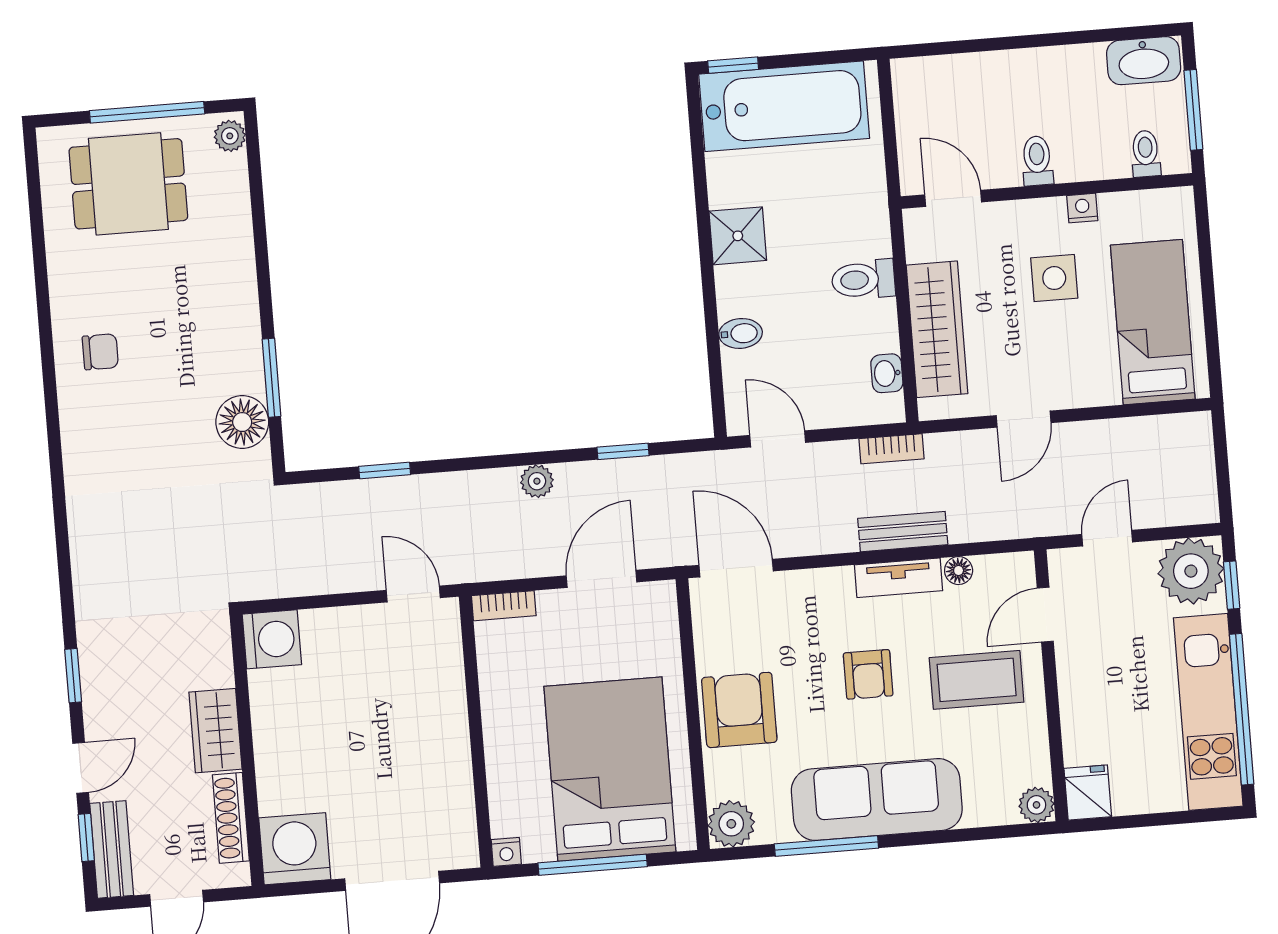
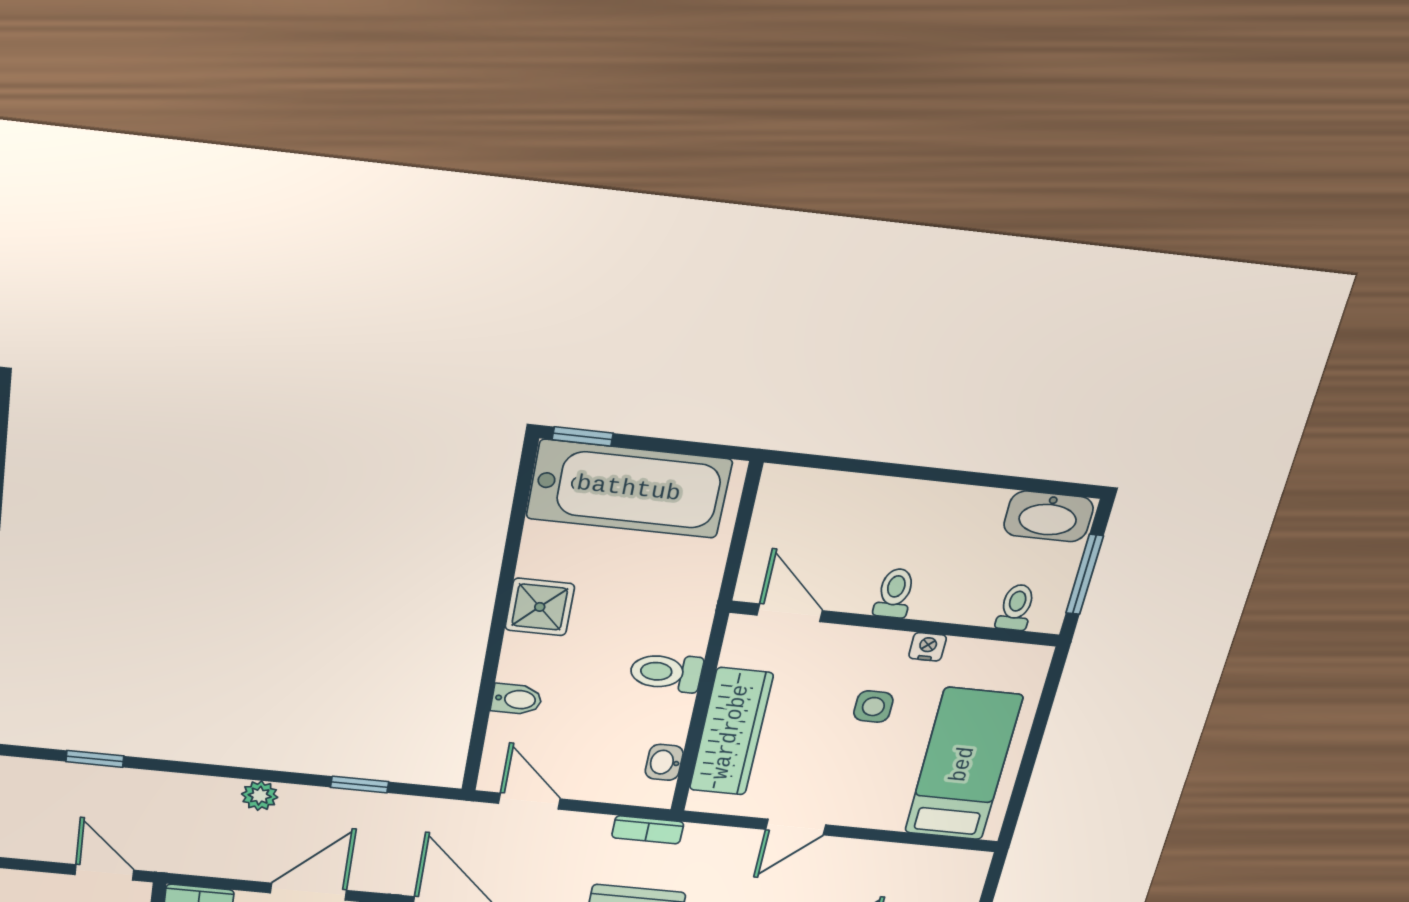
side table: (1054, 278) -> (873, 707), width x0.73, depth x0.73

